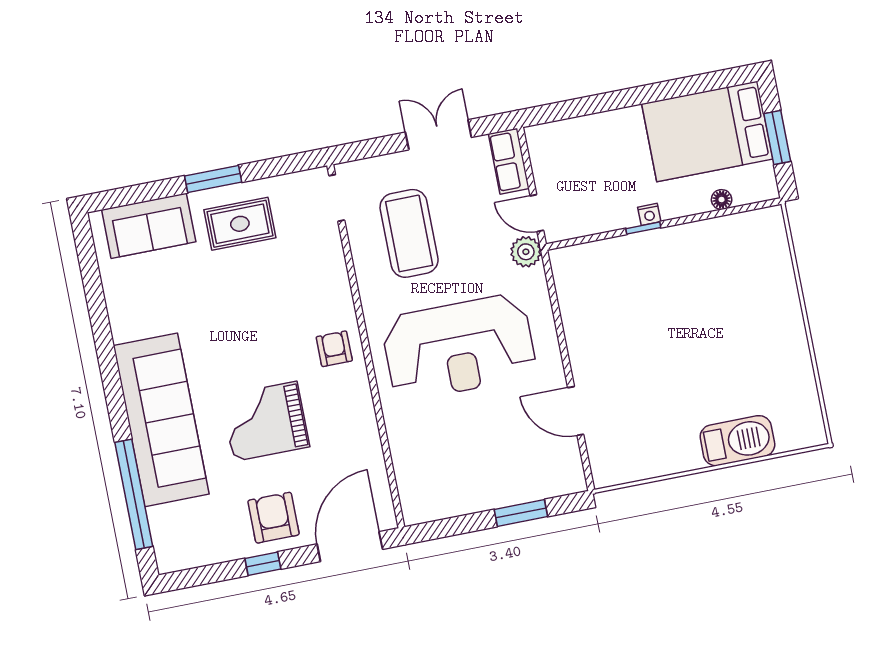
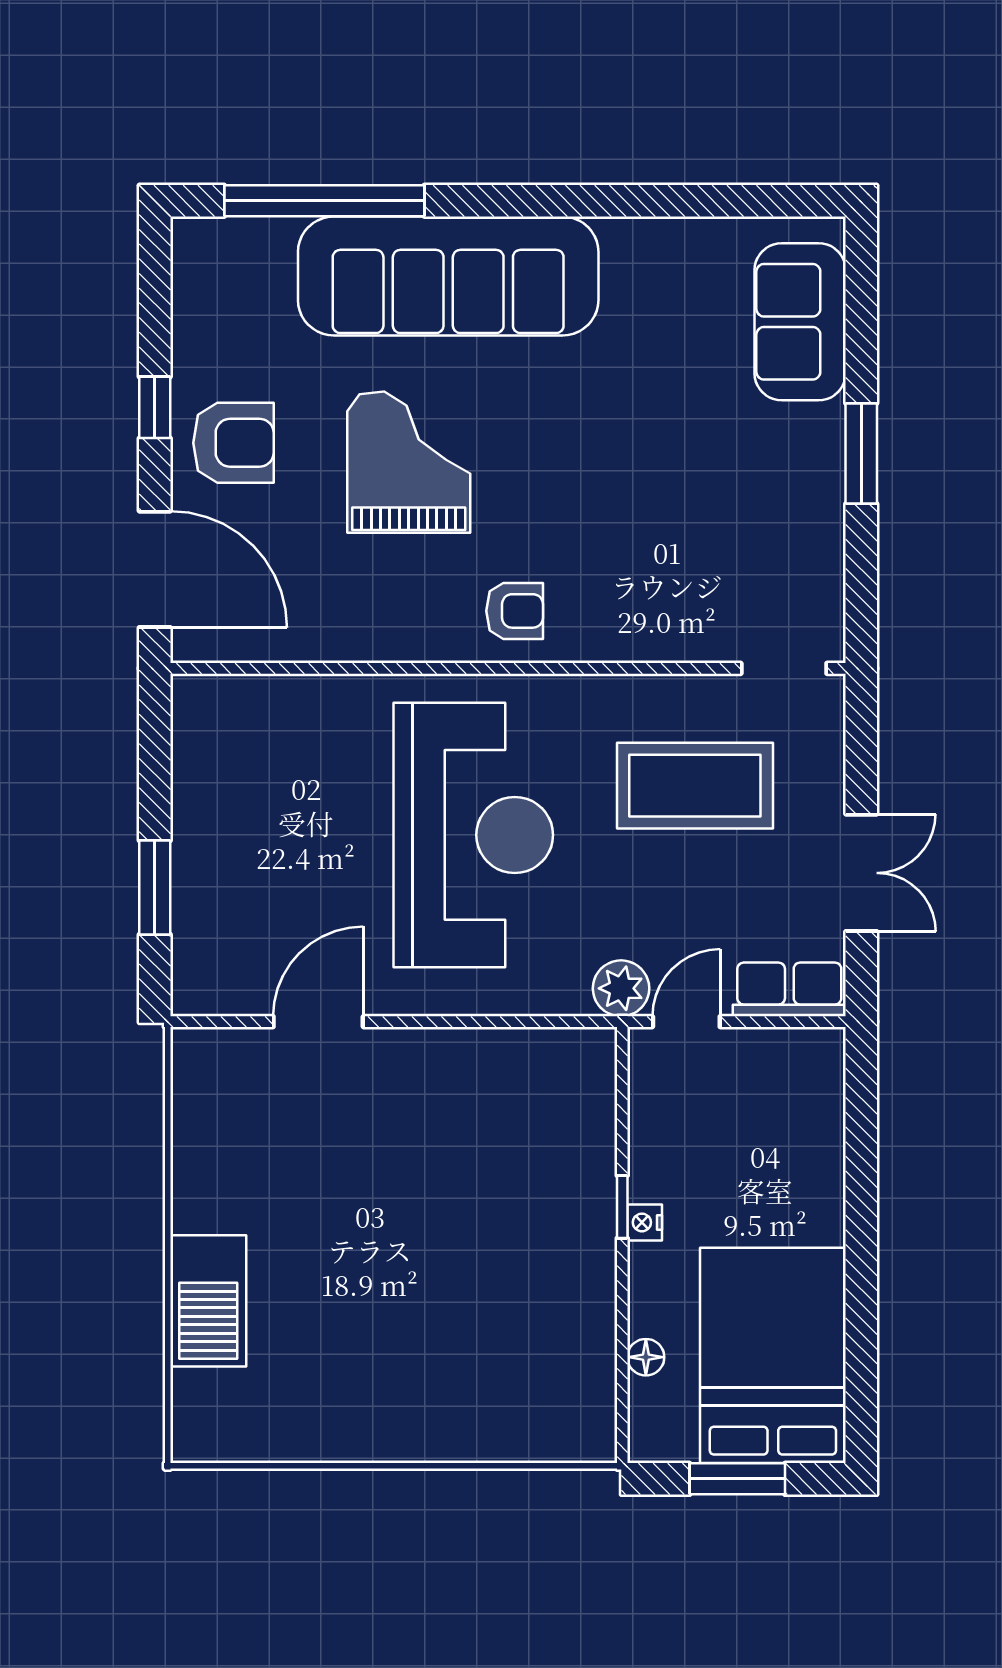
rug: (240, 224) -> (772, 486), removed
reception desk: (459, 347) -> (473, 835), turned 180

